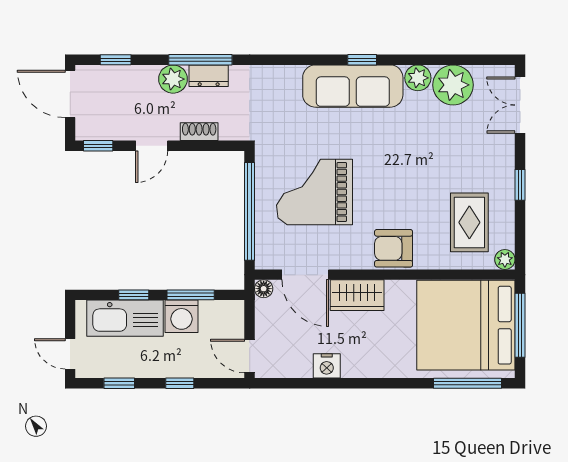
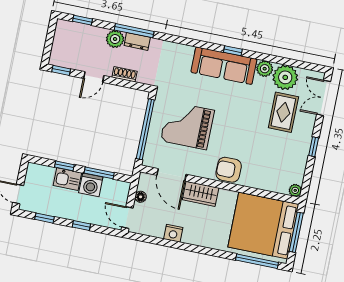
door: (70, 94) -> (50, 35), removed
rug: (469, 222) -> (283, 112), moved
floor lamp: (264, 289) -> (141, 197), moved
kitchen sink: (125, 318) -> (67, 179), width x0.53, depth x0.81

